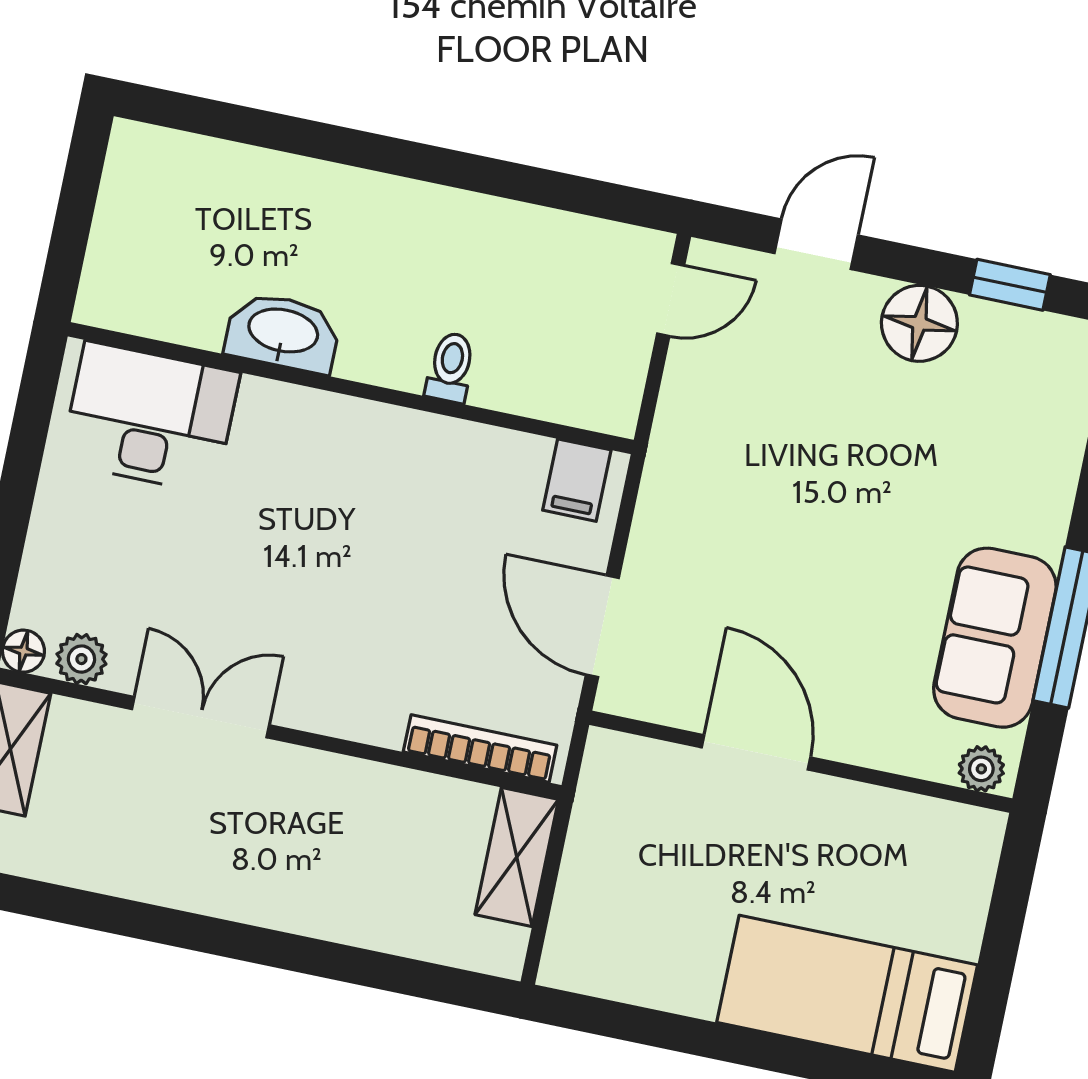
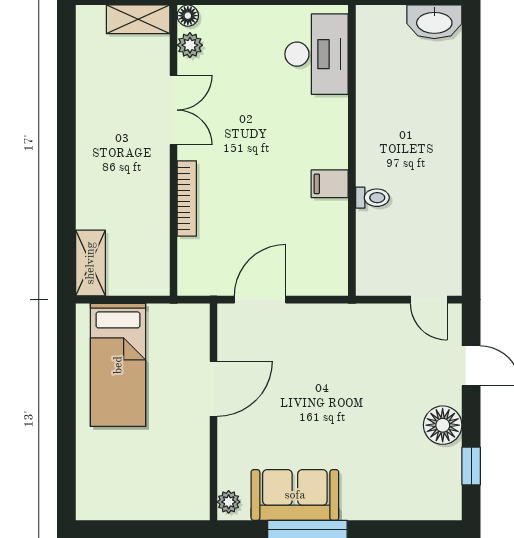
washbasin: (283, 332) -> (434, 22), moved, turned 90
filing cabinet: (577, 480) -> (330, 184), moved
bookcase: (480, 749) -> (187, 198), moved
shelving: (517, 857) -> (90, 263), moved, turned 90
bed: (847, 994) -> (118, 365), moved, turned 180

